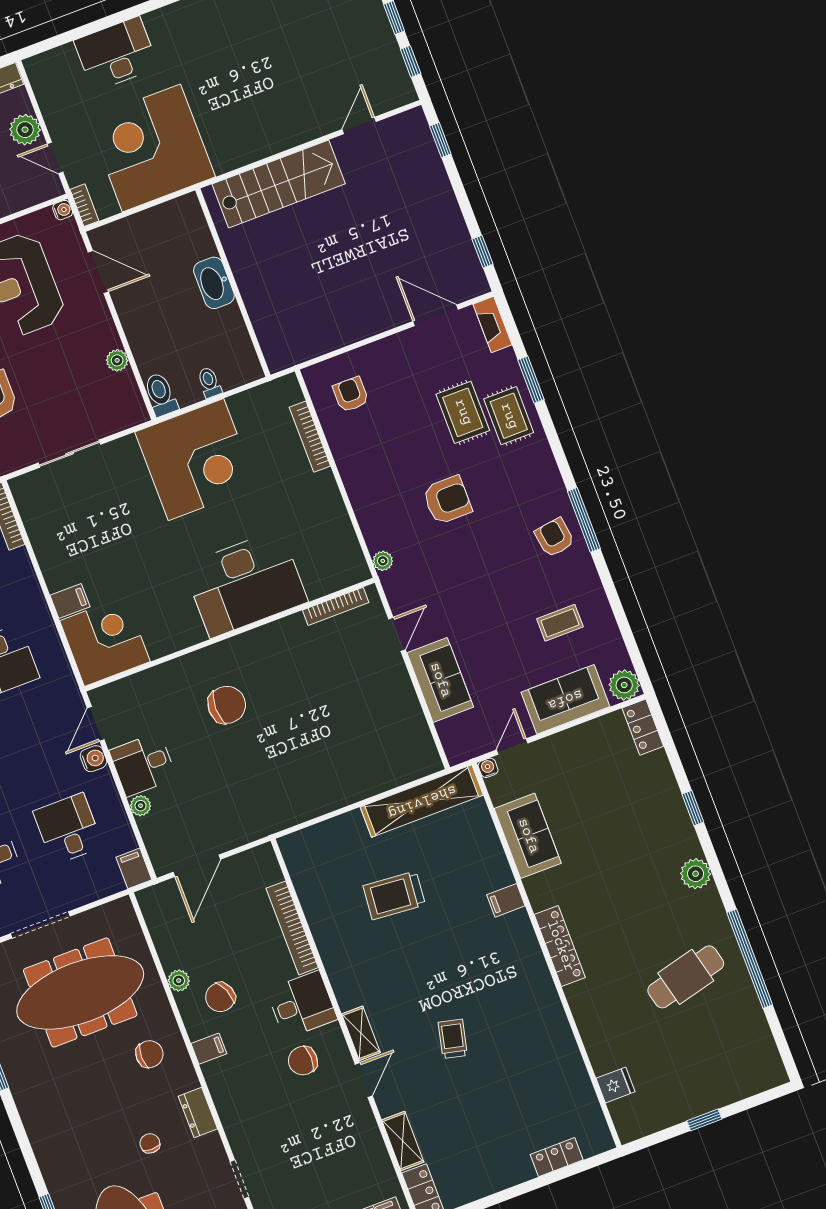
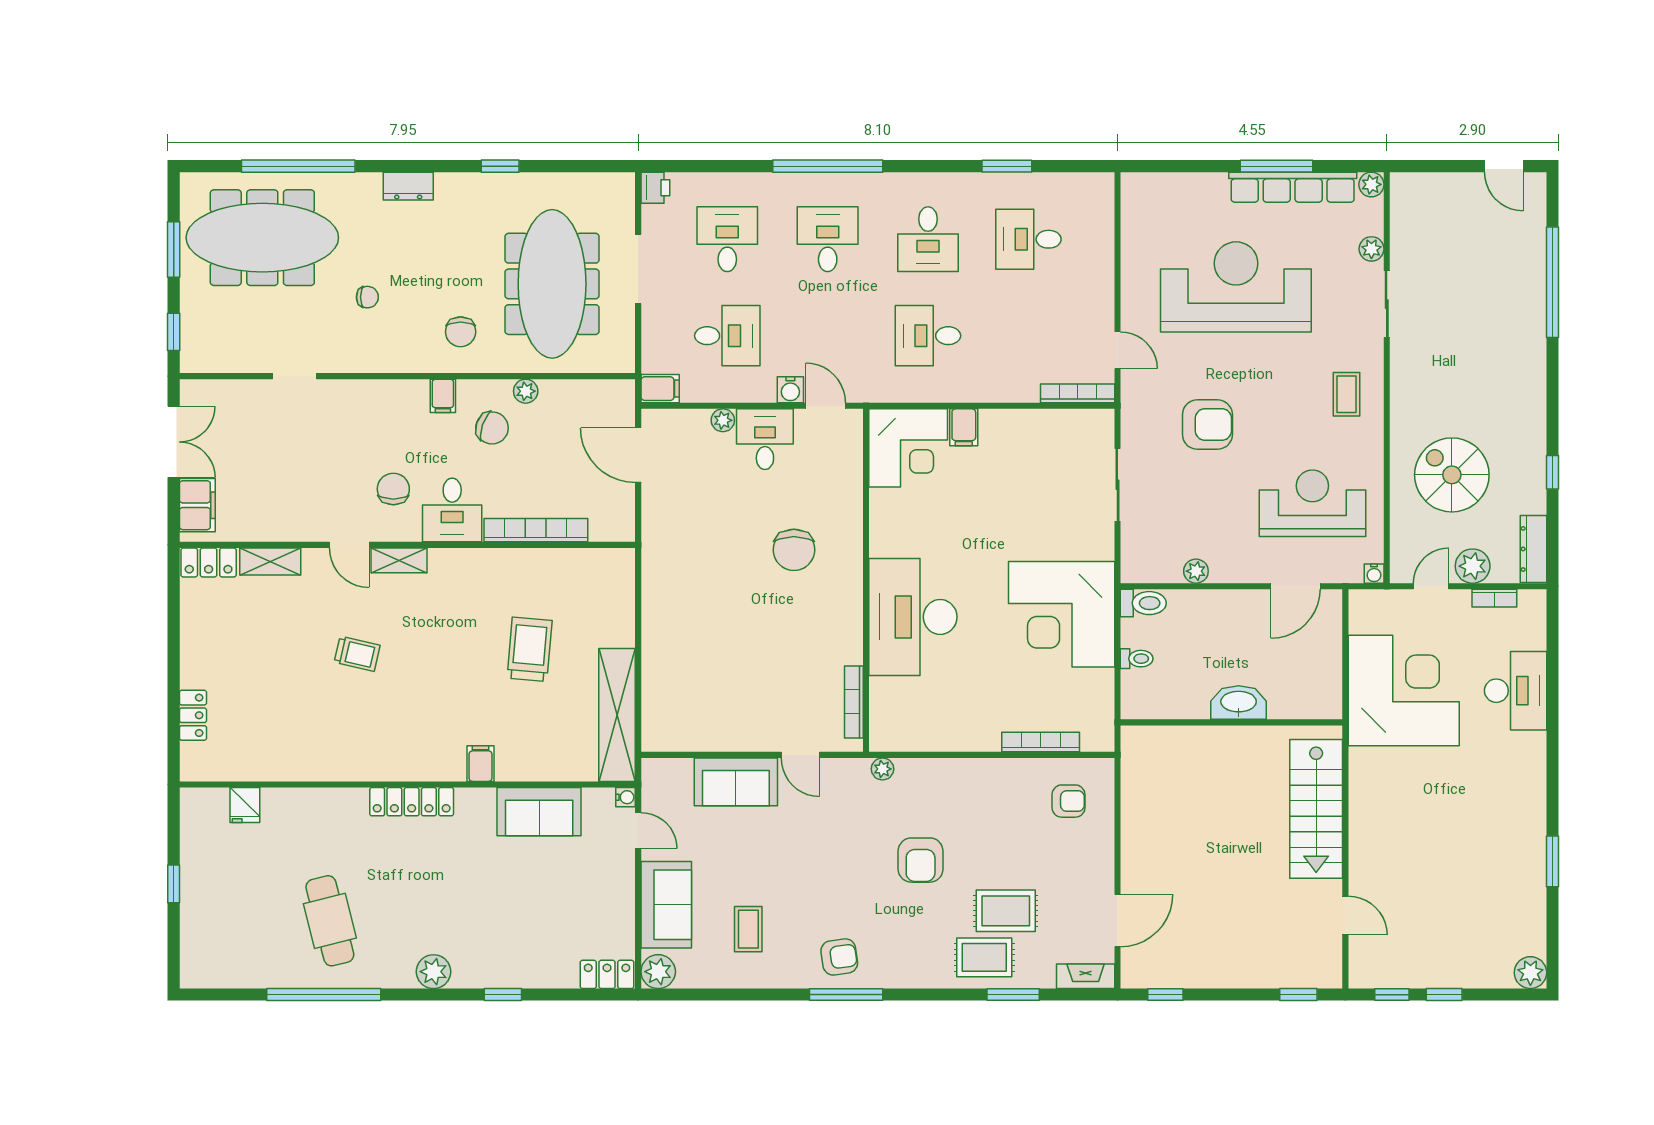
bookcase: (84, 205) -> (1494, 598), moved
chair: (220, 997) -> (492, 428), turned 131
dresser: (198, 1112) -> (408, 186), moved, turned 180

